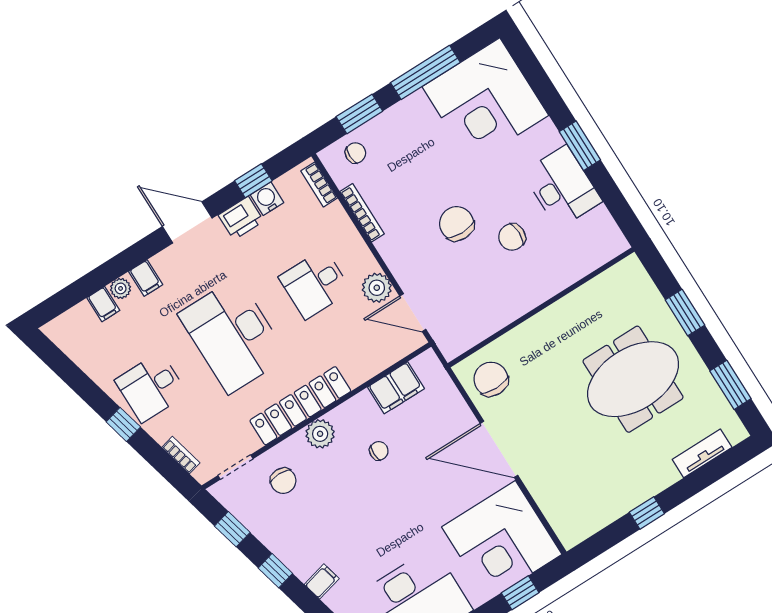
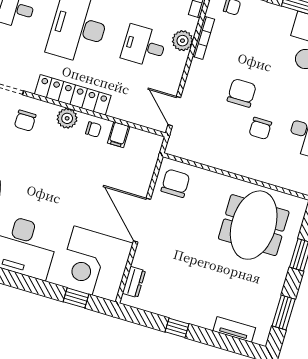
chair: (512, 237) -> (260, 128), turned -90
plant: (377, 288) -> (182, 41), moved
meeting table: (633, 379) -> (254, 225), moved, turned 90
filing cabinet: (396, 388) -> (119, 135), width x0.50
chair: (379, 451) -> (93, 129), moved
dresser: (557, 516) -> (134, 282), added

